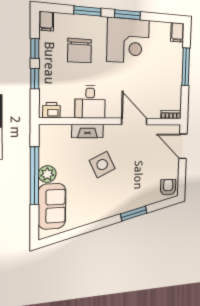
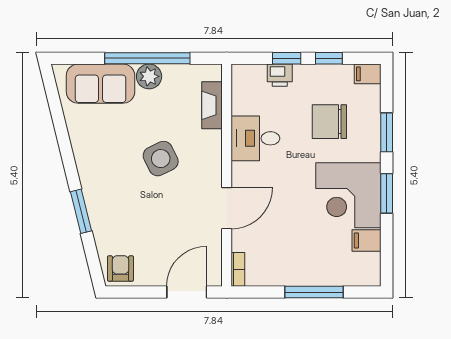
filing cabinet: (177, 32) -> (367, 240), moved
printer: (51, 110) -> (280, 75), moved, turned 90
fireplace: (88, 131) -> (212, 105), moved
armchair: (168, 187) -> (121, 268), turned -90

